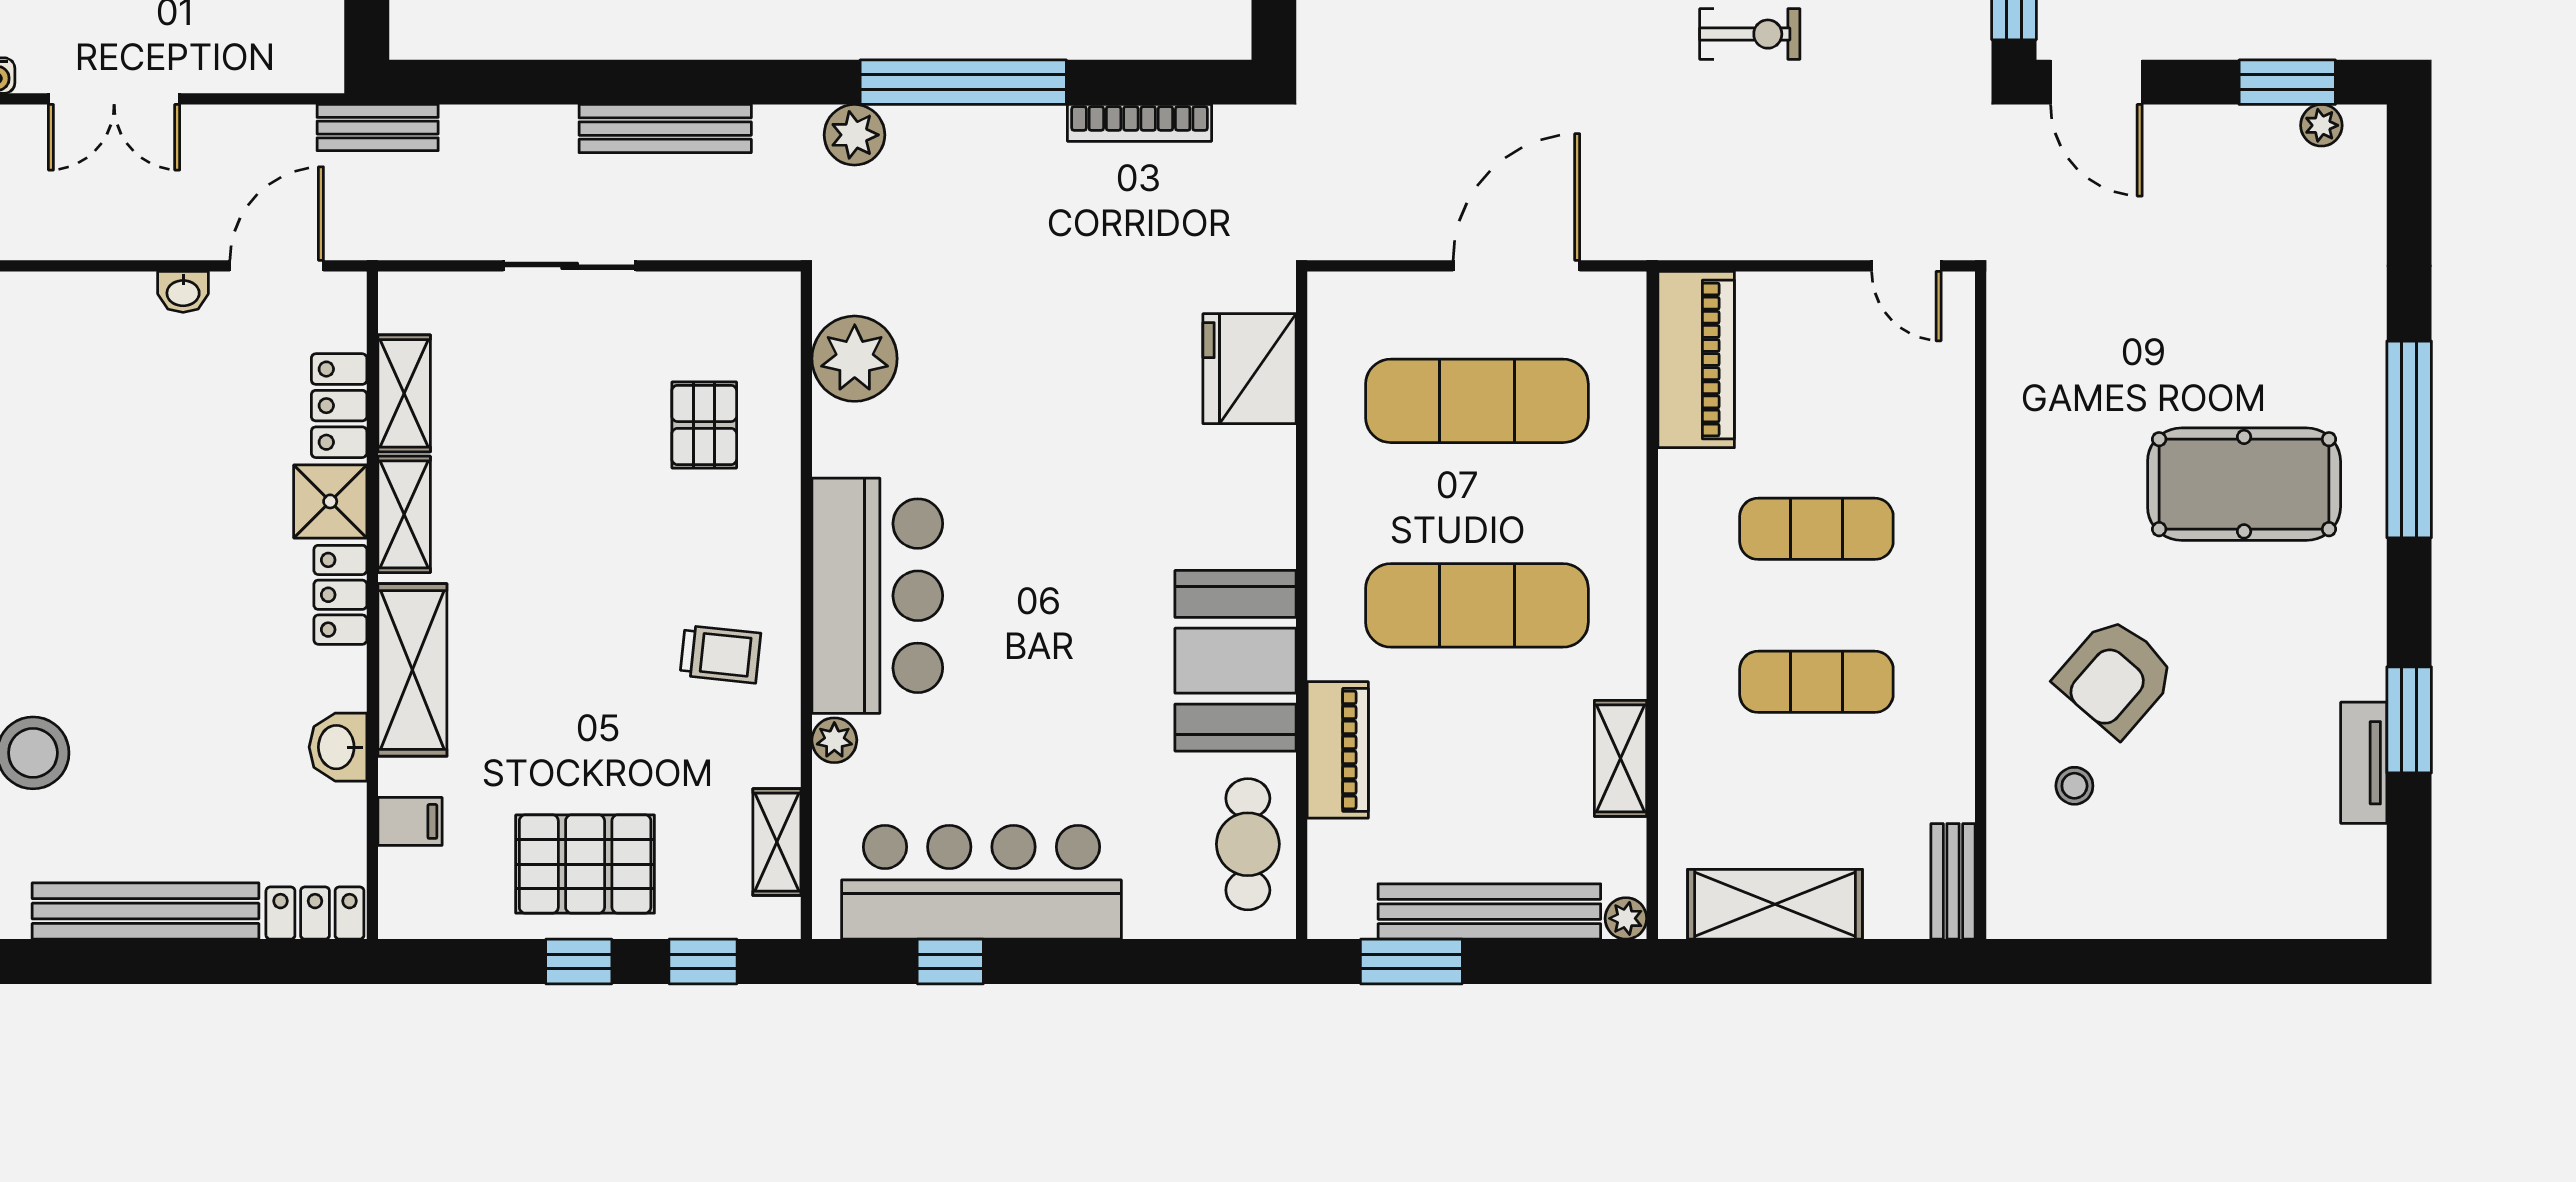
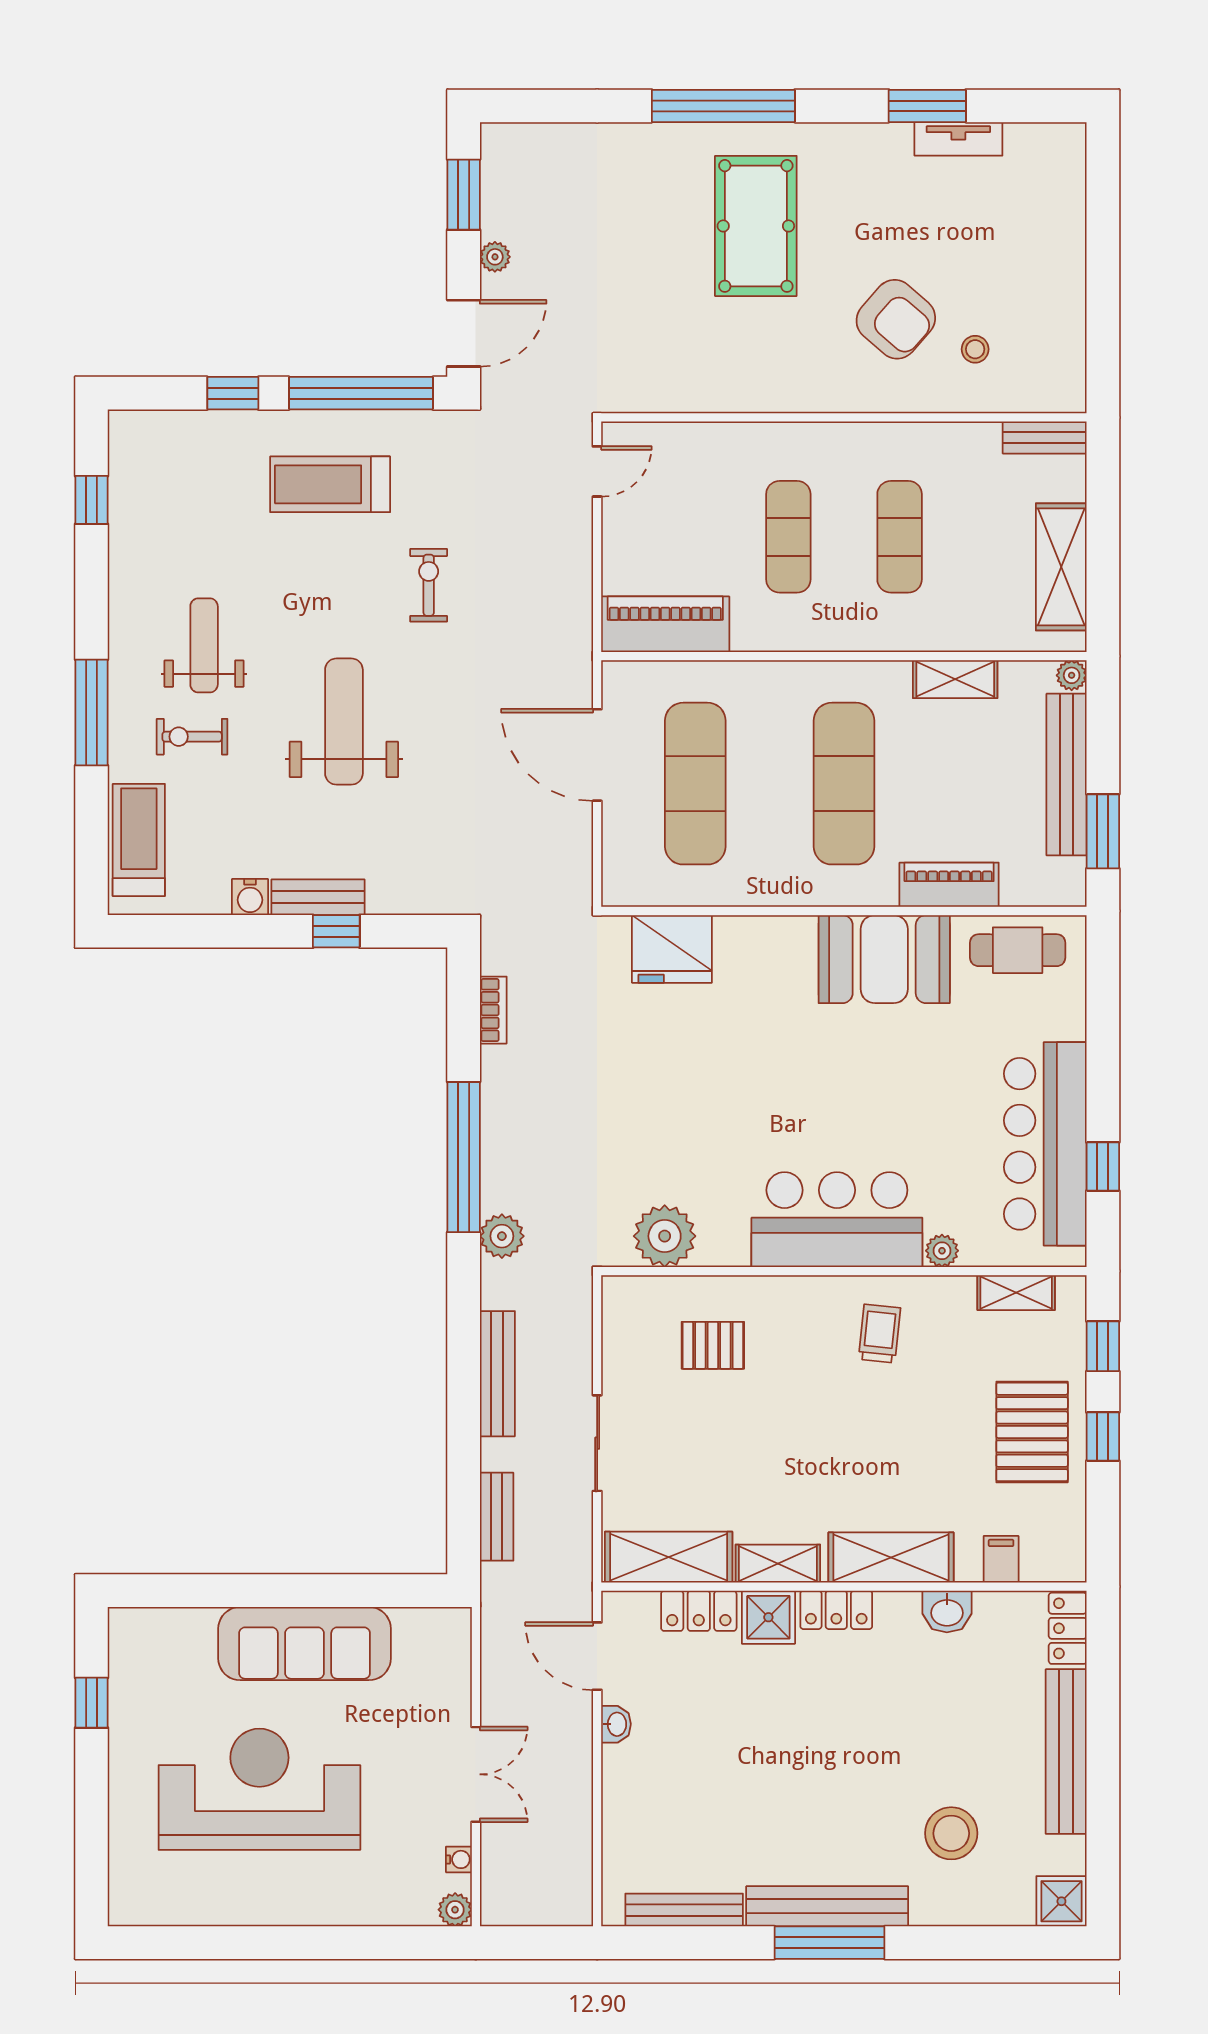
bookcase: (1140, 123) -> (493, 1010), width x0.64
plant: (2321, 125) -> (495, 257), moved
bench: (378, 128) -> (497, 1517), moved
shelving: (404, 393) -> (669, 1557), width x1.50, depth x1.33

